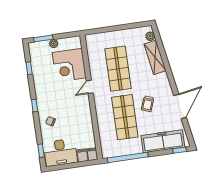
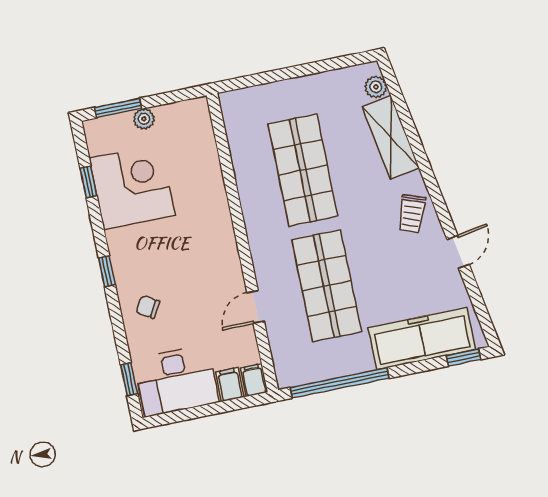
corner desk: (69, 65) -> (132, 187), moved, turned 180
door: (90, 87) -> (256, 307), moved
trolley: (148, 104) -> (412, 214), moved
door: (180, 106) -> (458, 252), width x0.53

